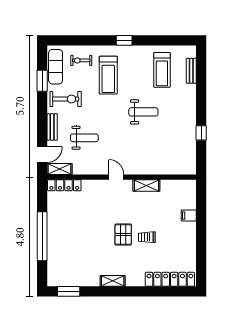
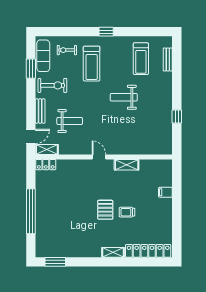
weight bench: (143, 112) -> (124, 97), turned 180
locker: (64, 185) -> (46, 165), width x0.66
shelving: (113, 281) -> (113, 252), moved

